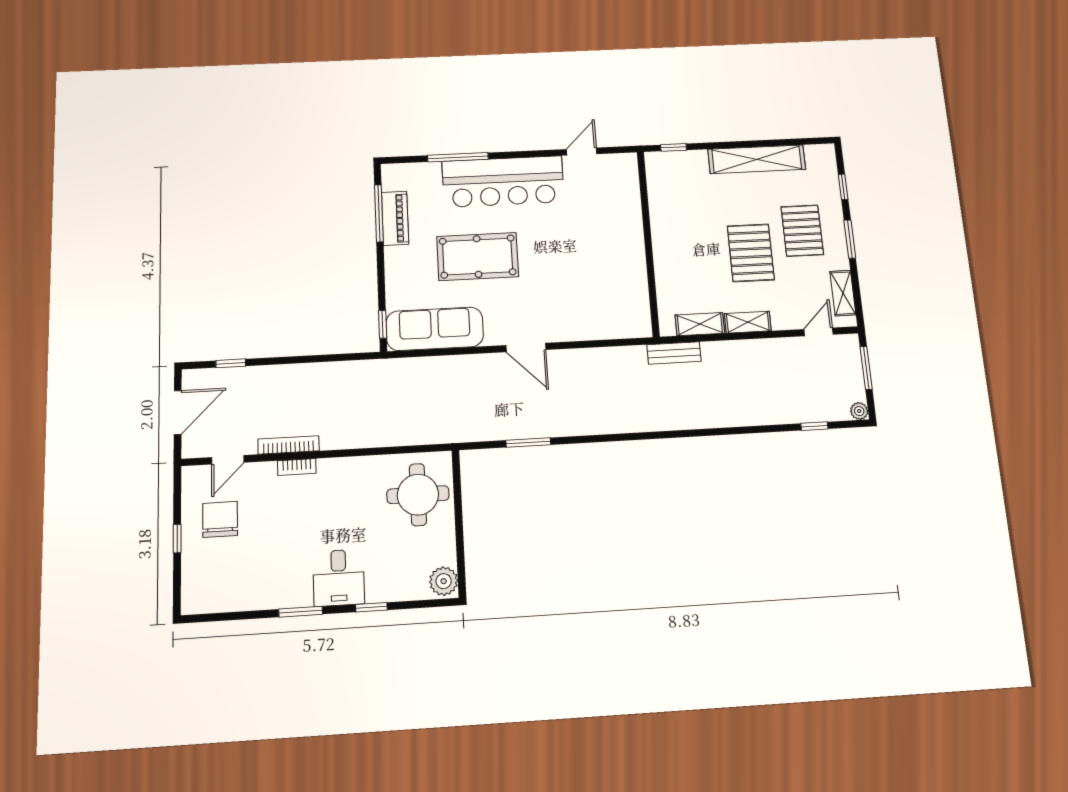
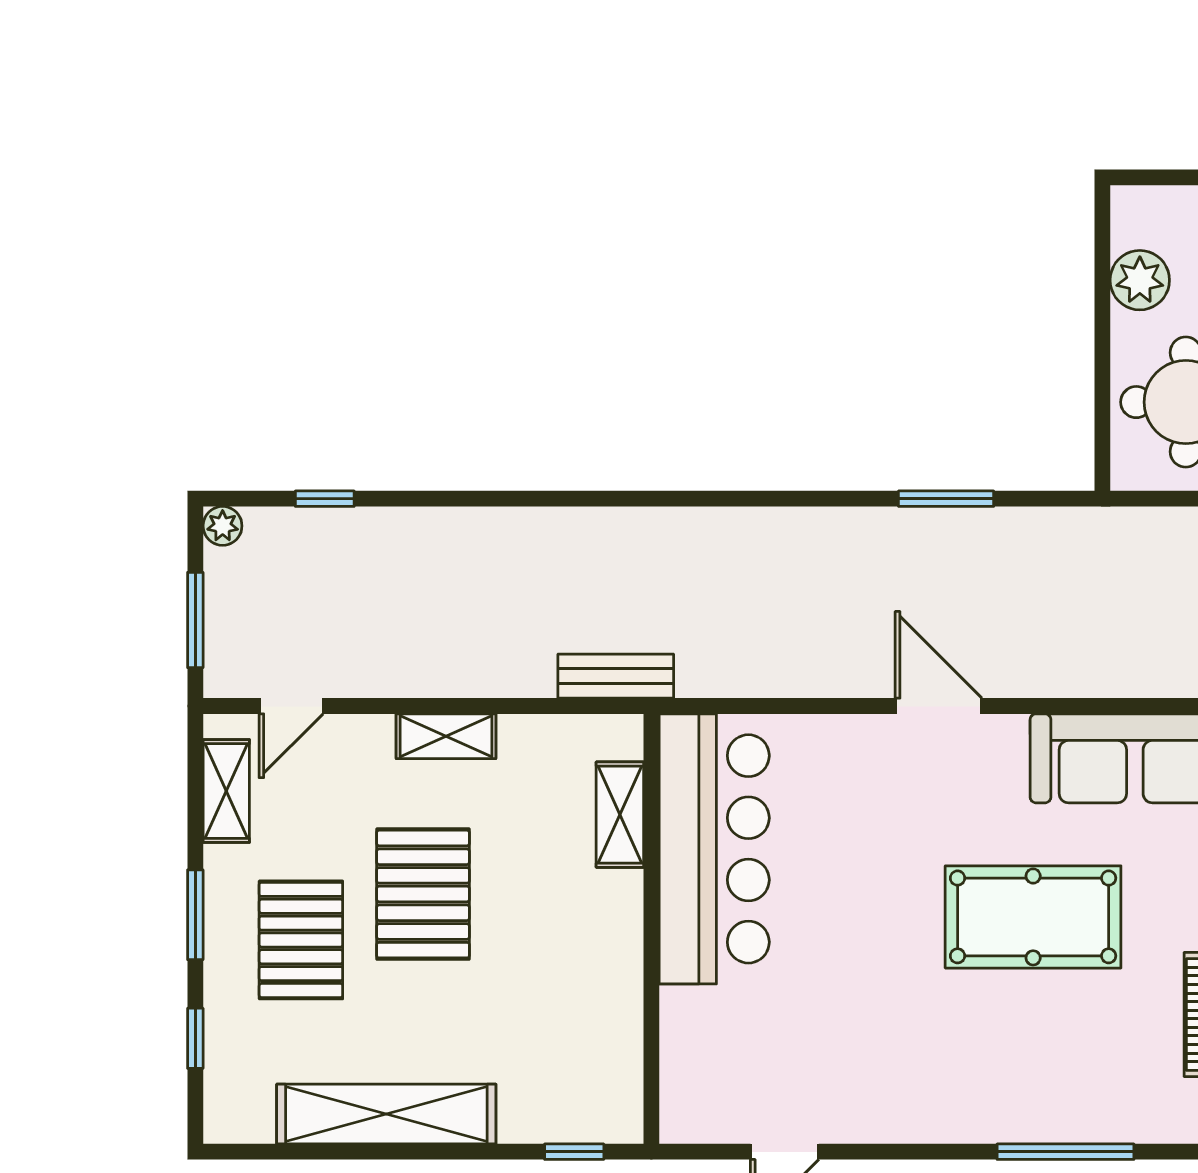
bar counter: (503, 182) -> (714, 849), moved, turned 90
shelving: (700, 324) -> (620, 815), moved, turned 90
plant: (444, 581) -> (1140, 280), moved

